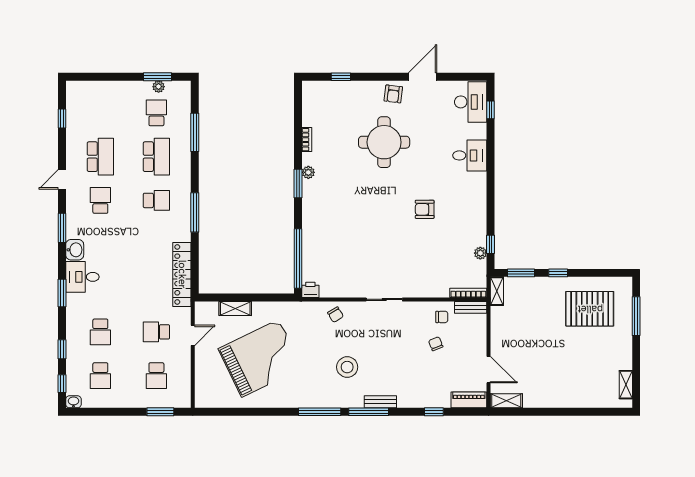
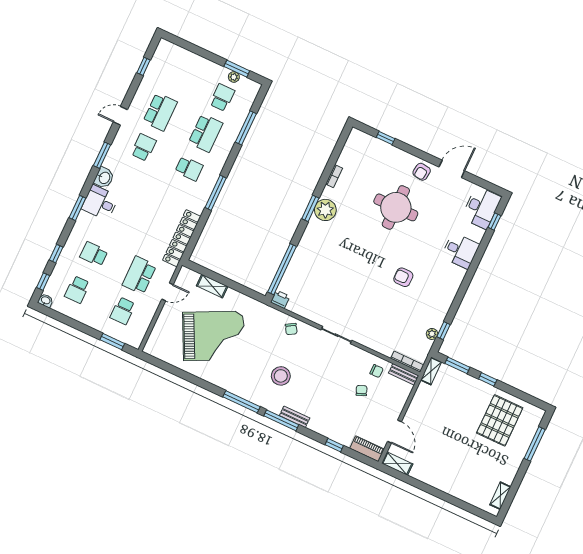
plant: (308, 172) -> (325, 210), width x1.88, depth x1.88
pallet: (590, 309) -> (500, 420), turned 90
school desk: (100, 332) -> (94, 254), turned 90
school desk: (156, 332) -> (139, 275), width x1.85

